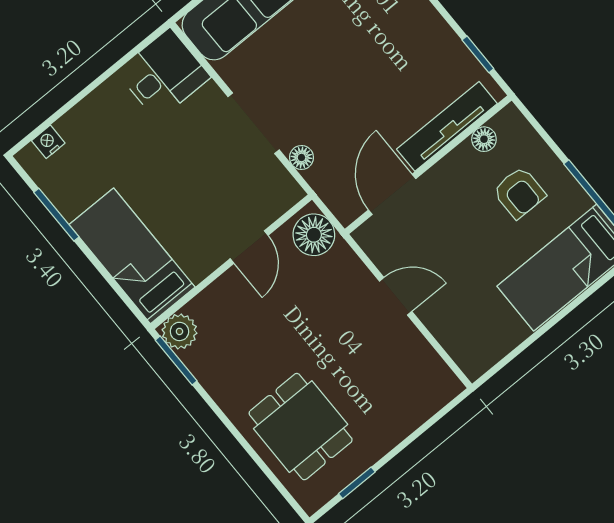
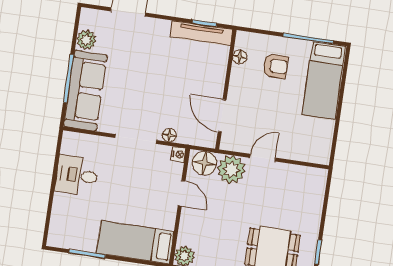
desk: (164, 74) -> (77, 175), moved, turned -90
tv unit: (447, 126) -> (201, 33), moved, turned -90
nightstand: (48, 142) -> (179, 154), moved, turned 180
plant: (342, 275) -> (231, 169), added

